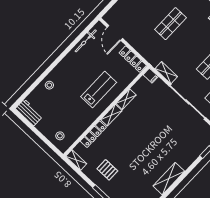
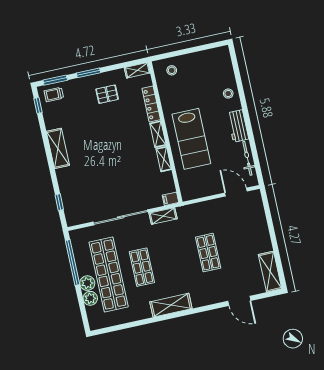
locker: (133, 59) -> (199, 192), removed
lab bench: (99, 89) -> (191, 139), width x1.36, depth x1.39
workbench: (29, 112) -> (238, 126), moved, turned 90

